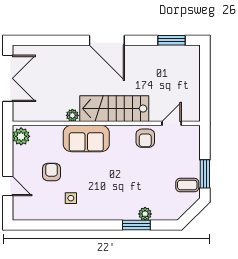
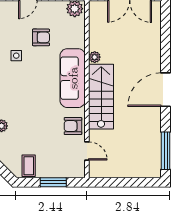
window: (171, 40) -> (166, 151), width x1.44
sofa: (86, 138) -> (73, 78), width x1.36
window: (205, 174) -> (53, 182), moved

